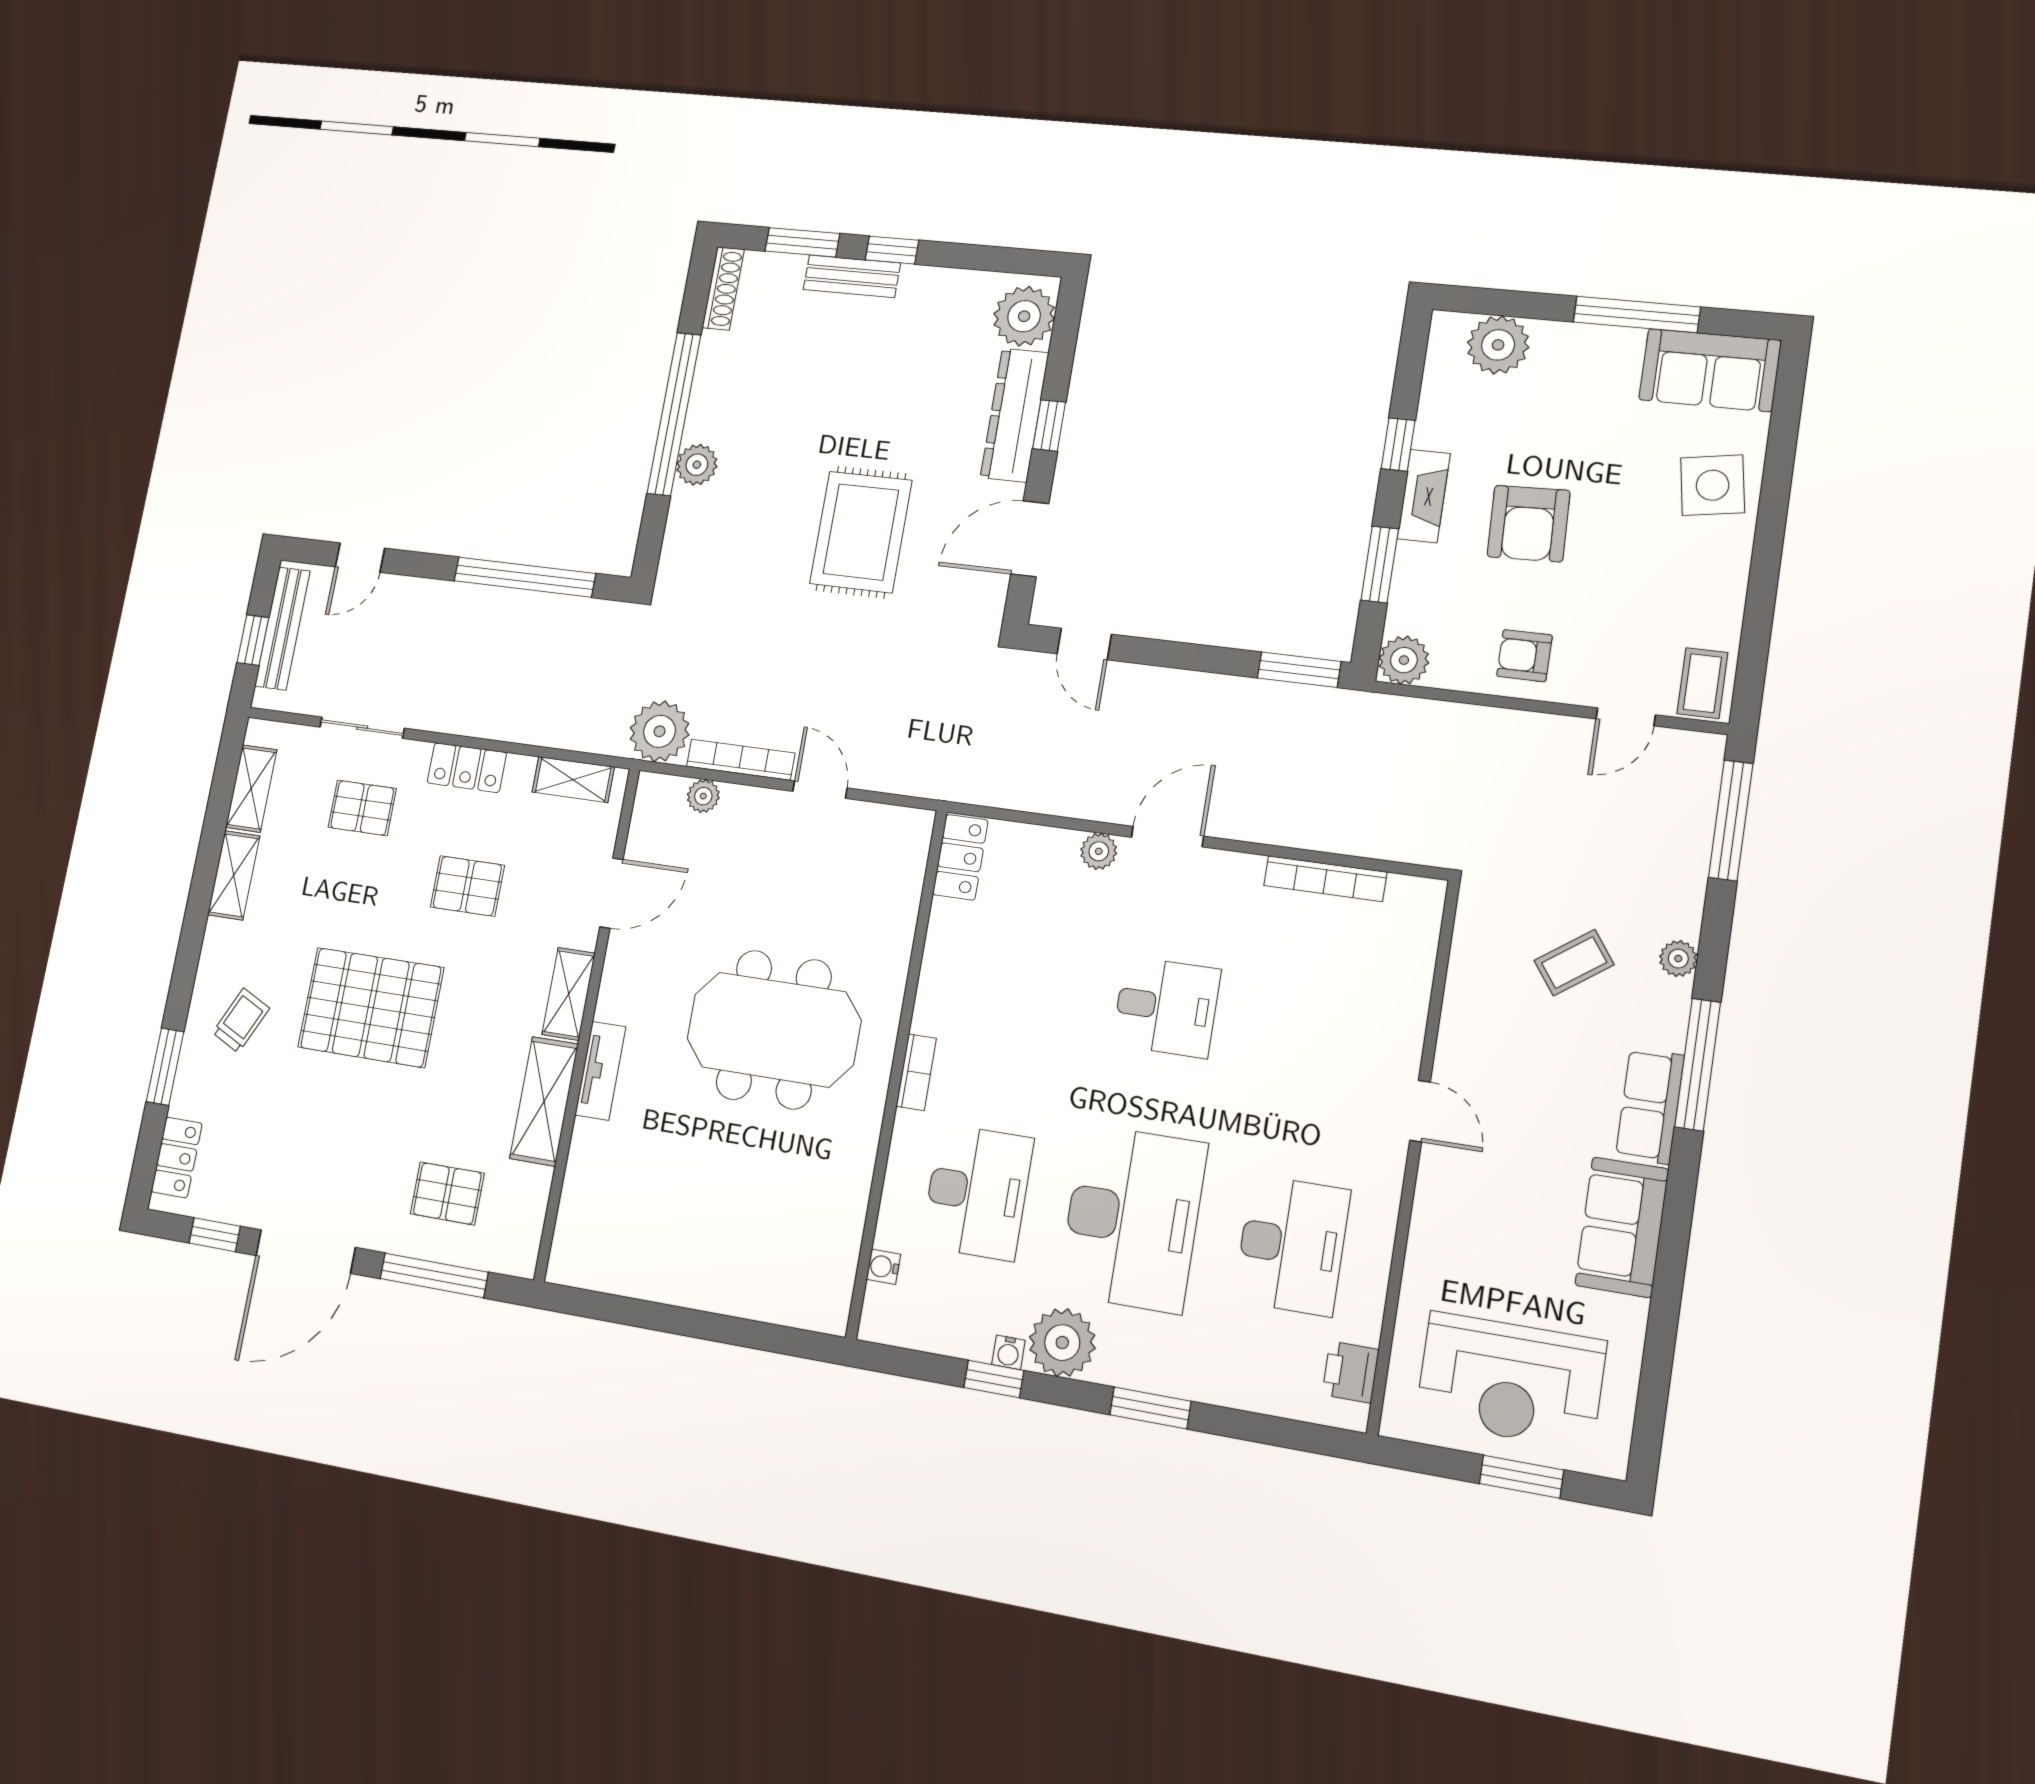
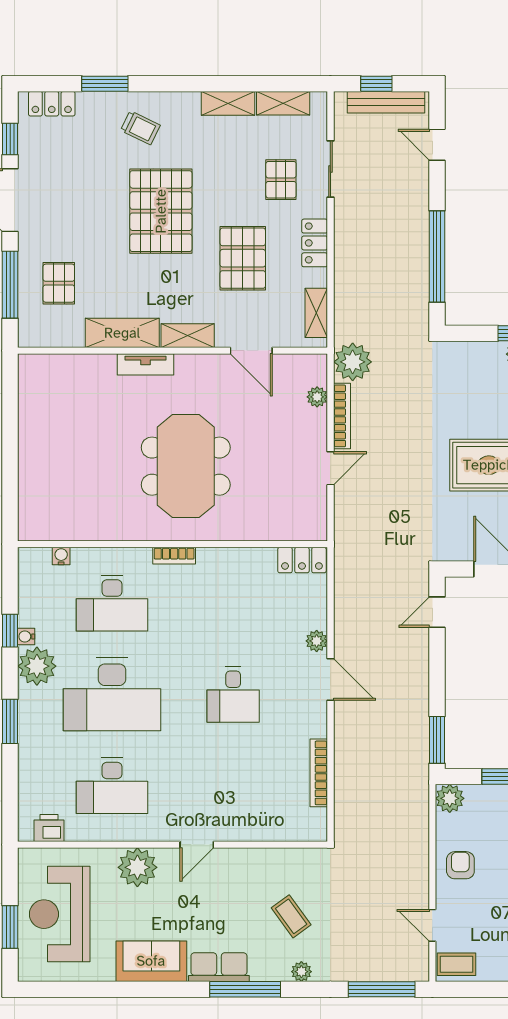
pallet: (467, 886) -> (243, 258), width x1.50, depth x1.42
plant: (1445, 1224) -> (137, 867), added

